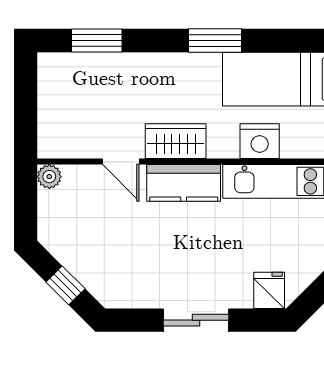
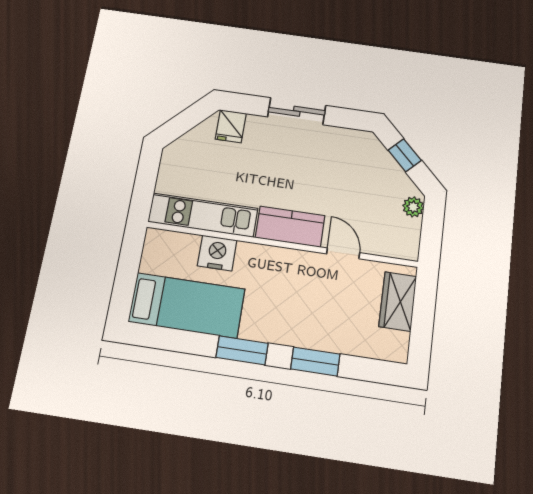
window: (97, 40) -> (315, 362), moved
wardrobe: (176, 141) -> (398, 301), moved, turned 90
plant: (49, 177) -> (413, 207), moved

